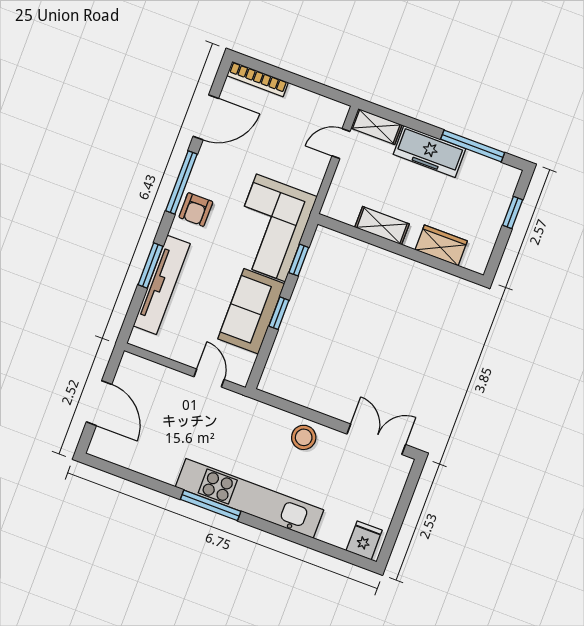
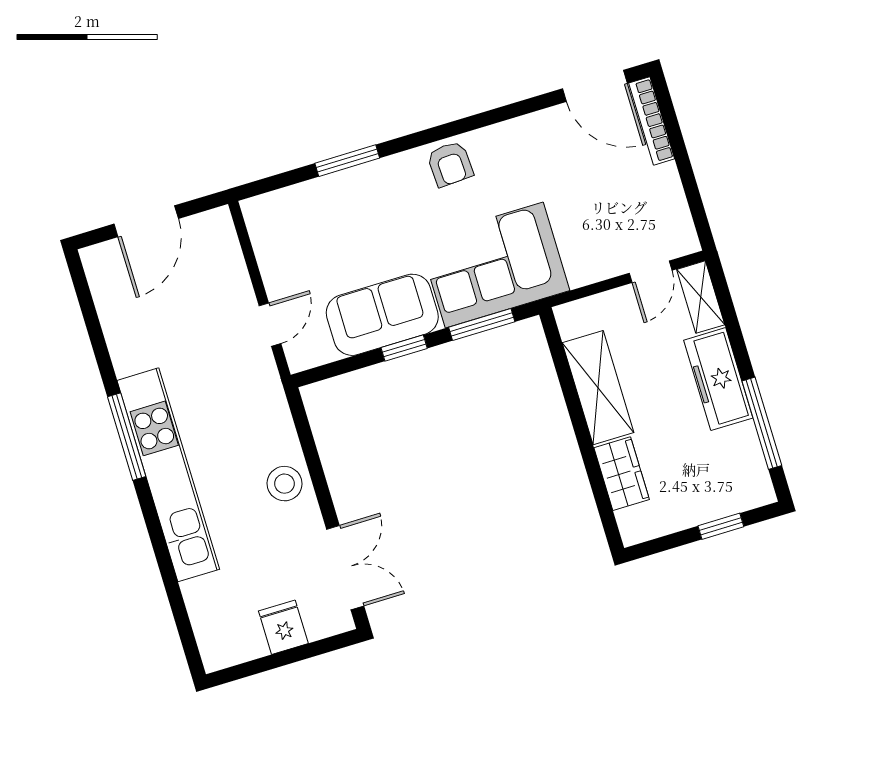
door: (206, 117) -> (595, 86), moved
door: (341, 144) -> (651, 272), swing flipped
window: (181, 182) -> (468, 124), removed
armchair: (196, 210) -> (450, 164), turned -93
shelving: (382, 226) -> (598, 388), width x1.50, depth x1.33
window: (299, 260) -> (482, 325), width x1.50
tv unit: (162, 285) -> (335, 190), removed
fridge: (364, 540) -> (283, 627), moved, turned -90

